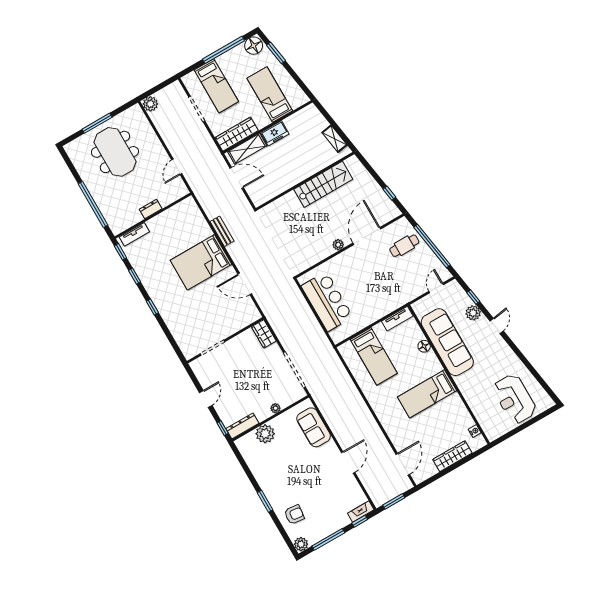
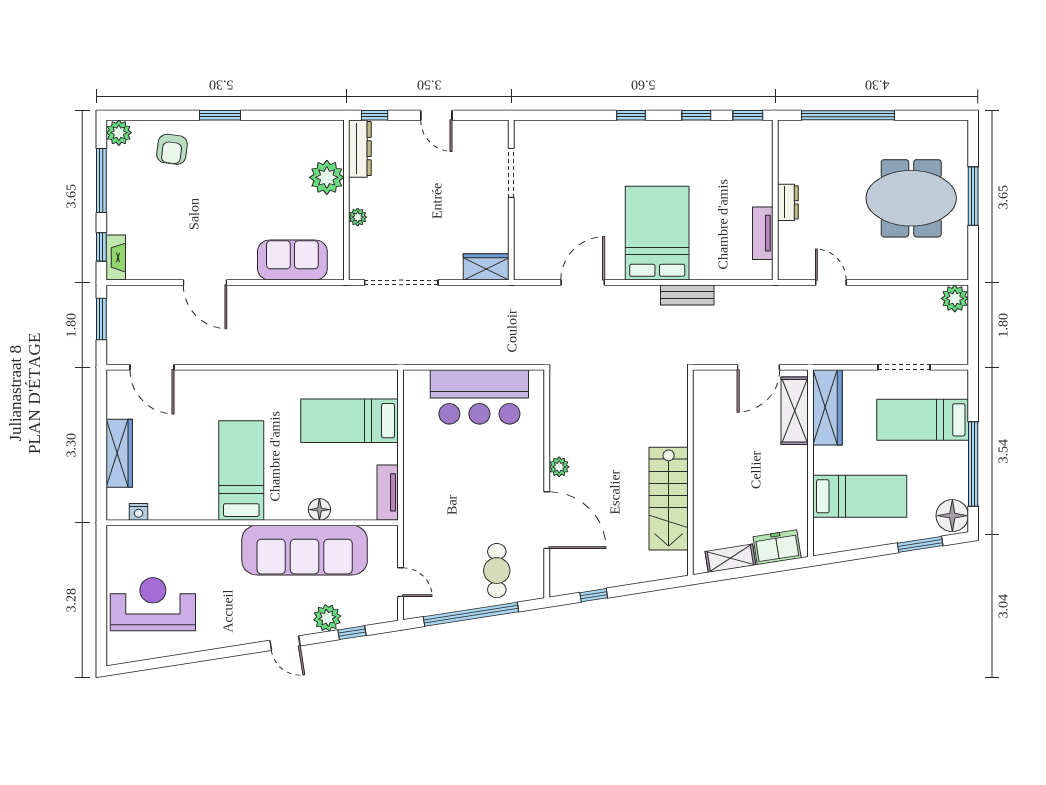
freezer: (275, 133) -> (777, 547), moved, turned 81
tv unit: (134, 234) -> (763, 233), moved

